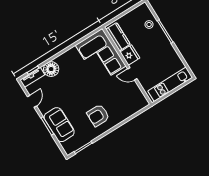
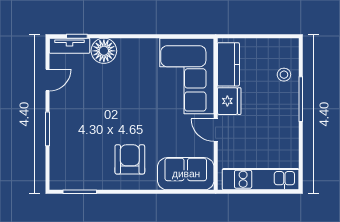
armchair: (98, 115) -> (130, 159), turned 90
sofa: (59, 125) -> (186, 174), moved, turned -90

